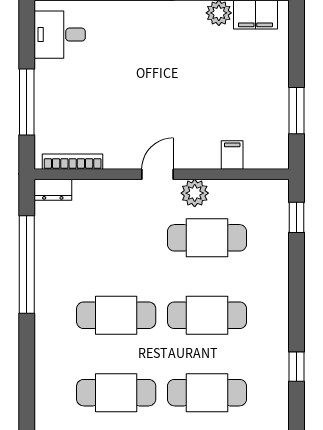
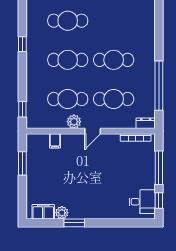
window: (27, 37) -> (159, 201), added
window: (296, 367) -> (22, 44), moved
cafe table: (116, 393) -> (114, 99), moved

